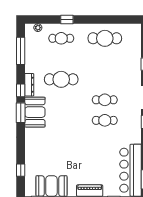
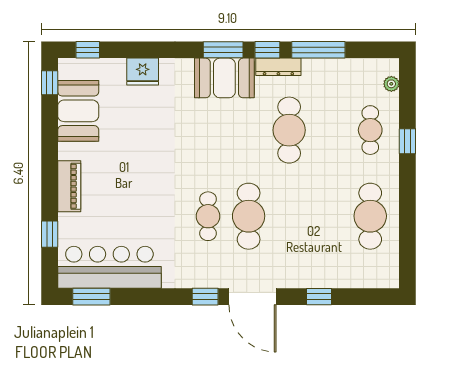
window: (21, 51) -> (318, 50), moved
cafe table: (105, 100) -> (249, 216), width x1.37, depth x1.35
fridge: (32, 153) -> (143, 72), added
window: (21, 170) -> (88, 50), moved

